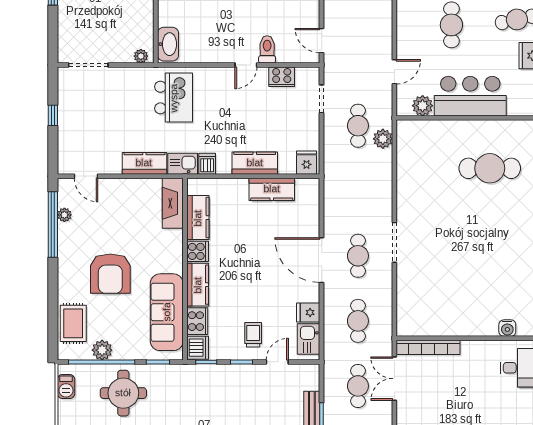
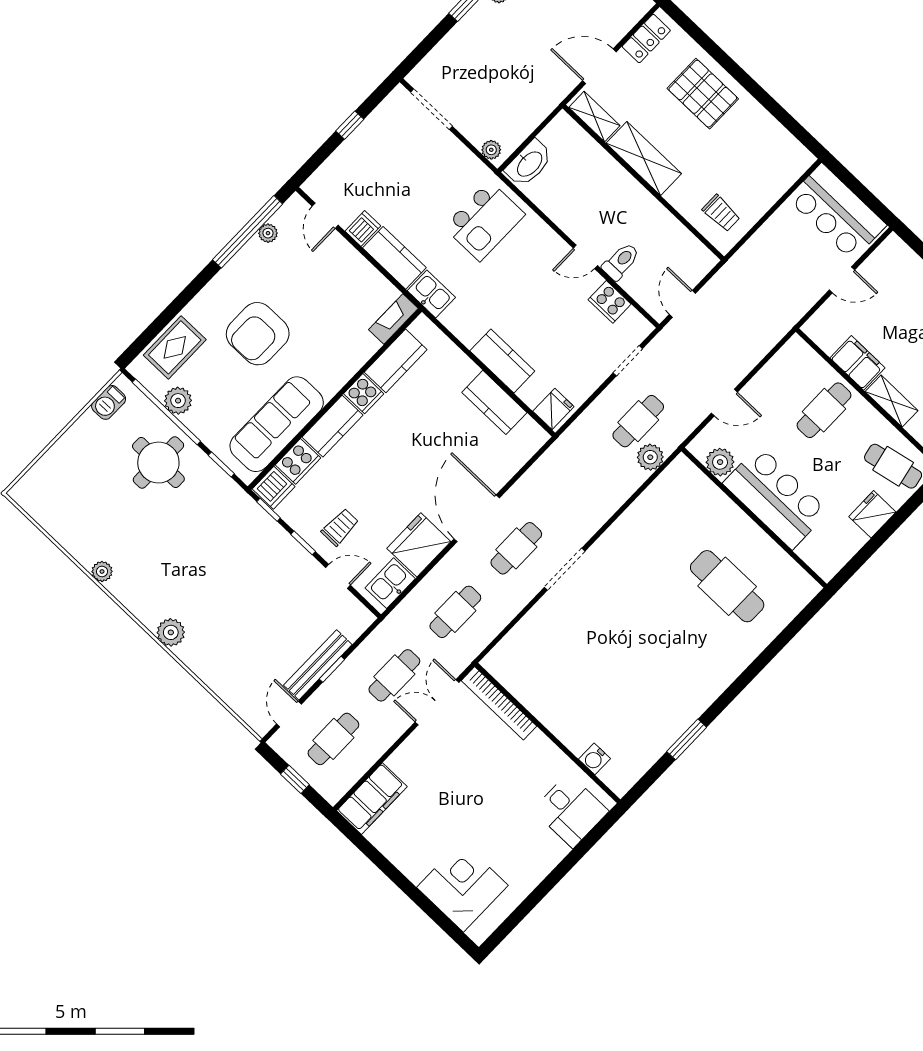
dishwasher: (207, 164) -> (363, 228), moved
fireplace: (173, 203) -> (393, 319), width x0.73, depth x0.76
fridge: (308, 312) -> (419, 545), width x1.88, depth x1.34

